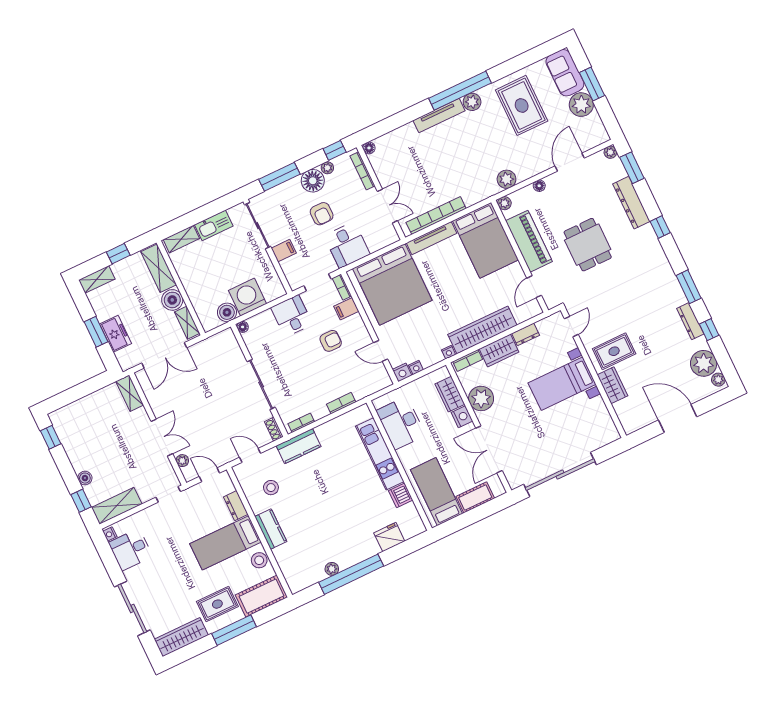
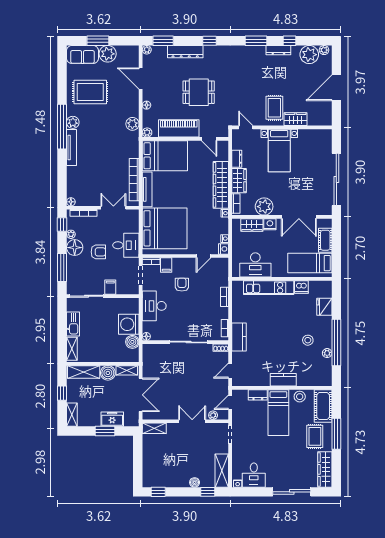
desk: (292, 316) -> (154, 306), width x1.37
stool: (271, 488) -> (308, 340), moved

